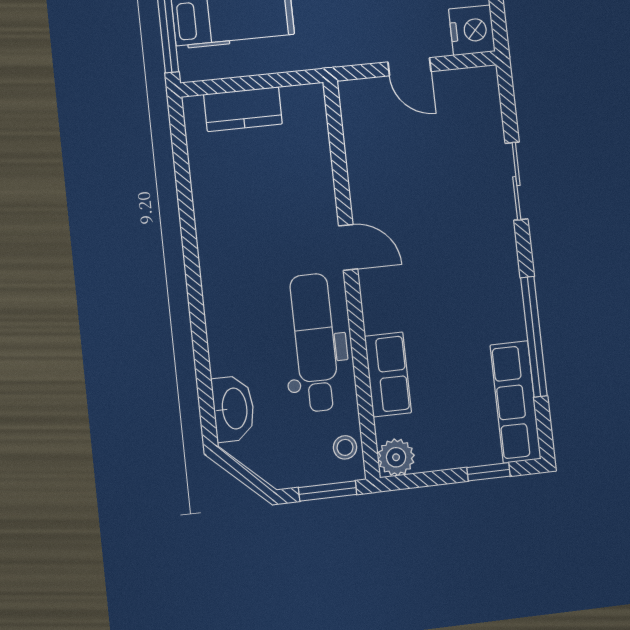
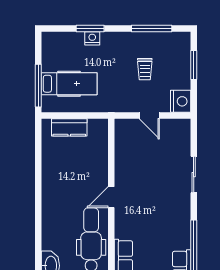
door: (348, 247) -> (111, 197), swing flipped

